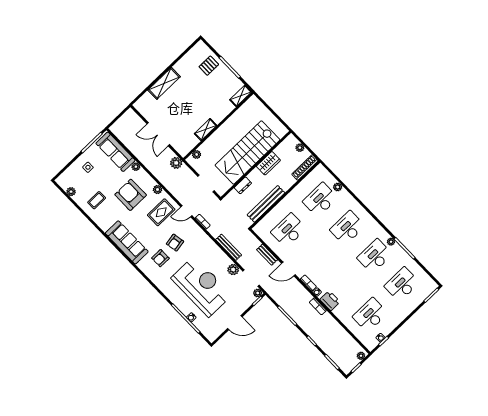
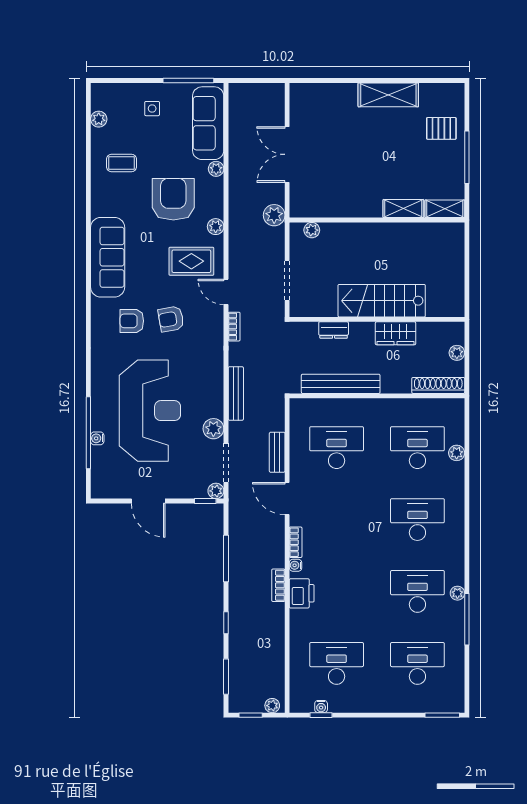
shelving: (164, 83) -> (388, 95), moved
shelving: (206, 130) -> (403, 209), moved
stairs: (247, 152) -> (382, 301), width x0.73, depth x0.66

